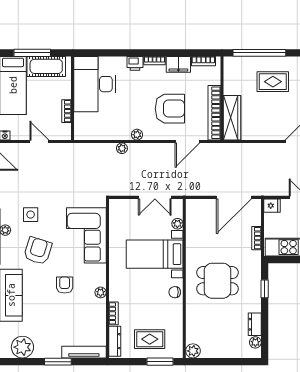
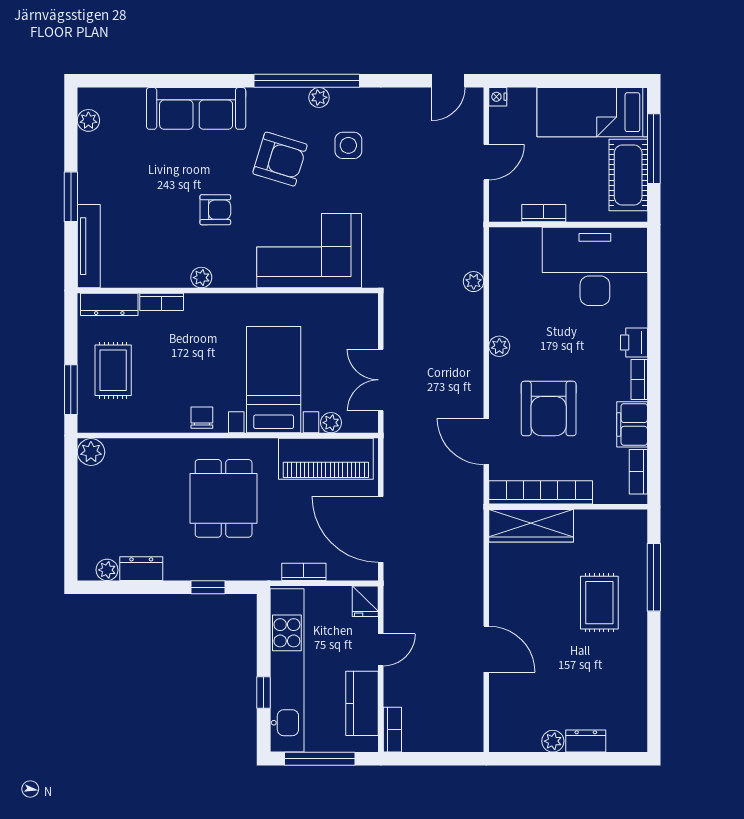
window: (259, 53) -> (654, 577), width x0.68
plant: (122, 148) -> (474, 282), moved
piano: (197, 226) -> (326, 459), added
plant: (22, 347) -> (88, 120), width x0.53, depth x0.53

